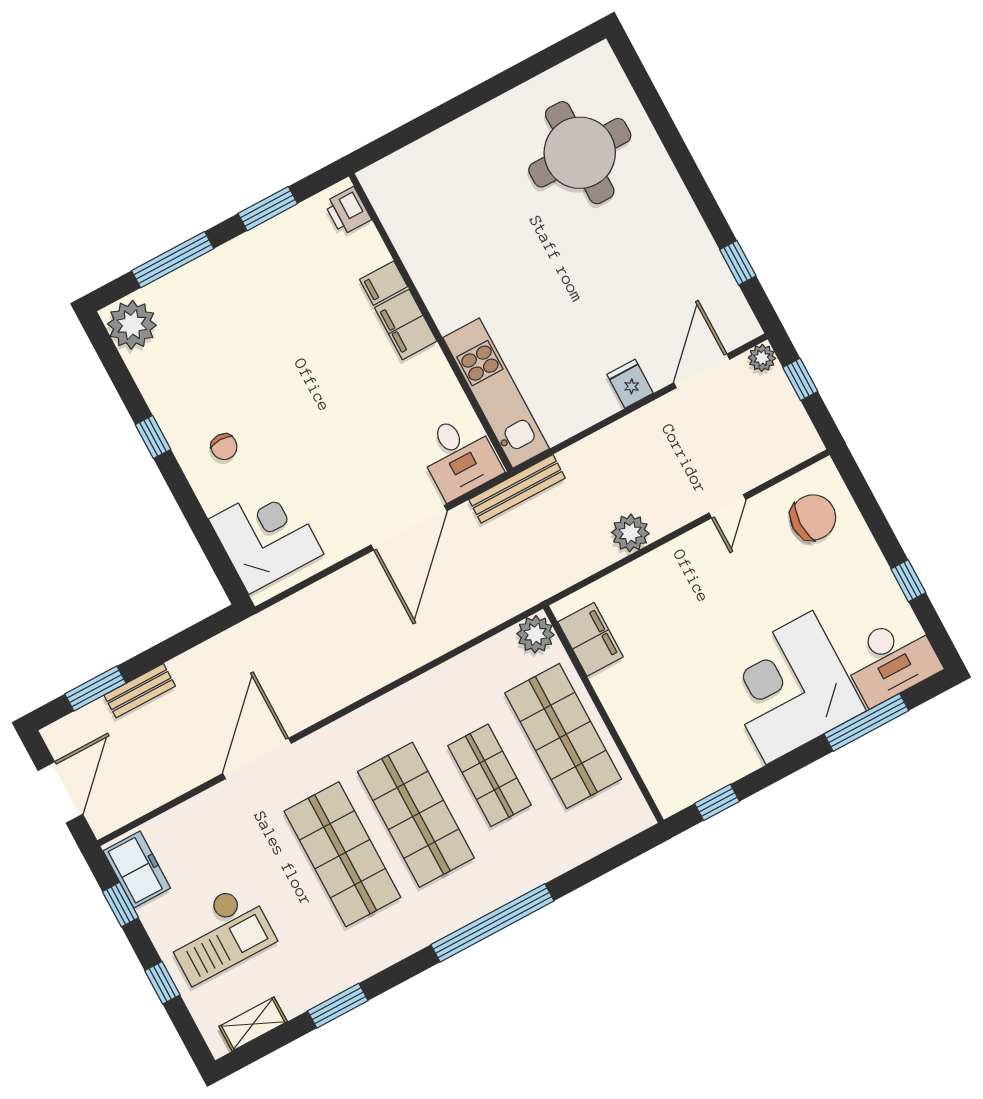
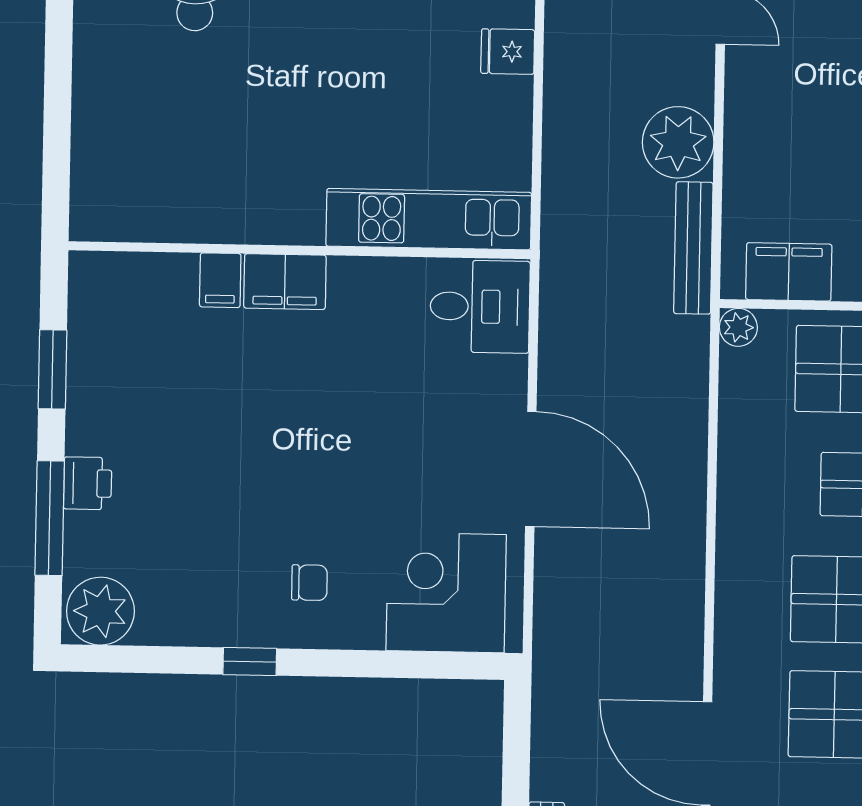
printer: (348, 211) -> (88, 483), moved, turned -90
bench: (517, 489) -> (693, 248), moved
door: (409, 528) -> (531, 469), moved
plant: (630, 533) -> (678, 142), width x1.36, depth x1.36
plant: (535, 634) -> (738, 327), width x0.73, depth x0.73

